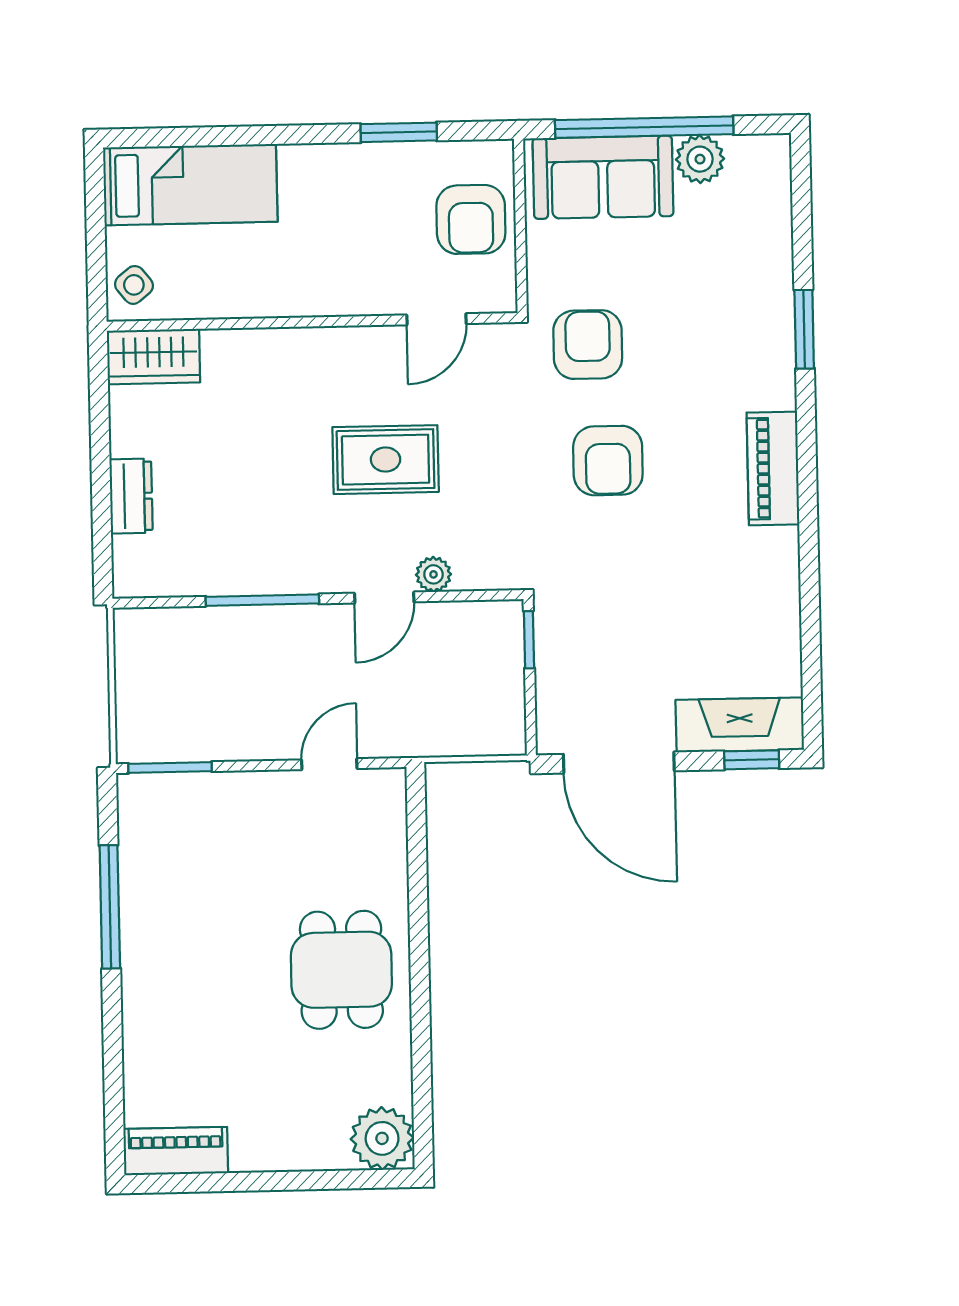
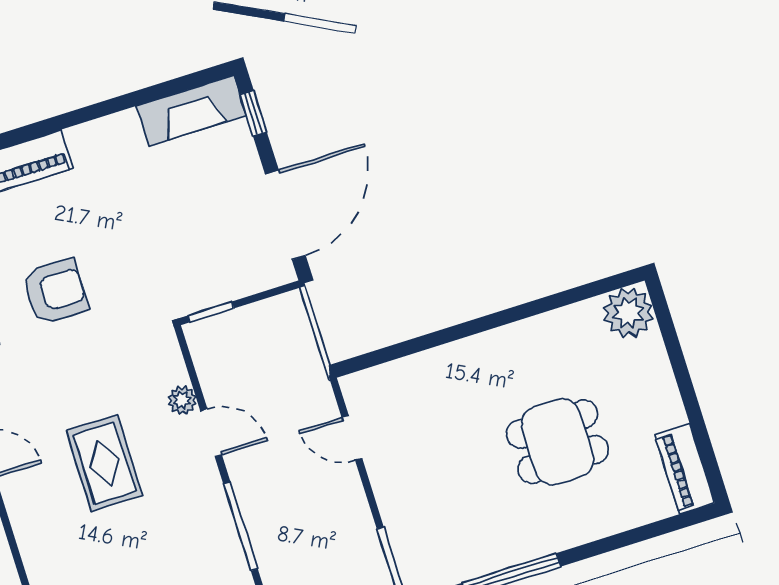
fireplace: (740, 725) -> (191, 111), moved, turned -90
dining table: (341, 970) -> (558, 442), moved

